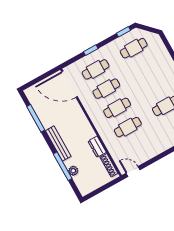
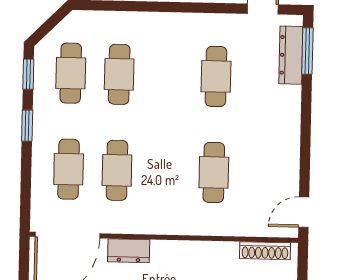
window: (91, 50) -> (27, 126), moved
cafe table: (117, 108) -> (119, 74), moved
dresser: (97, 147) -> (129, 251), moved

